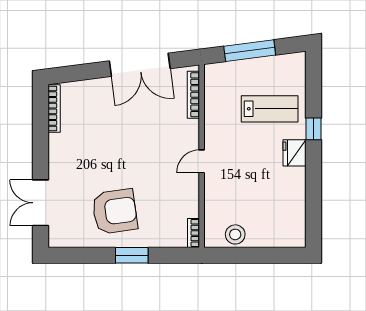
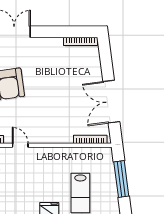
door: (202, 161) -> (20, 145), moved

